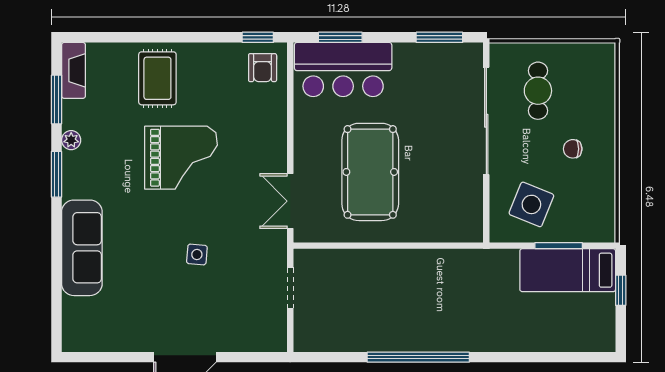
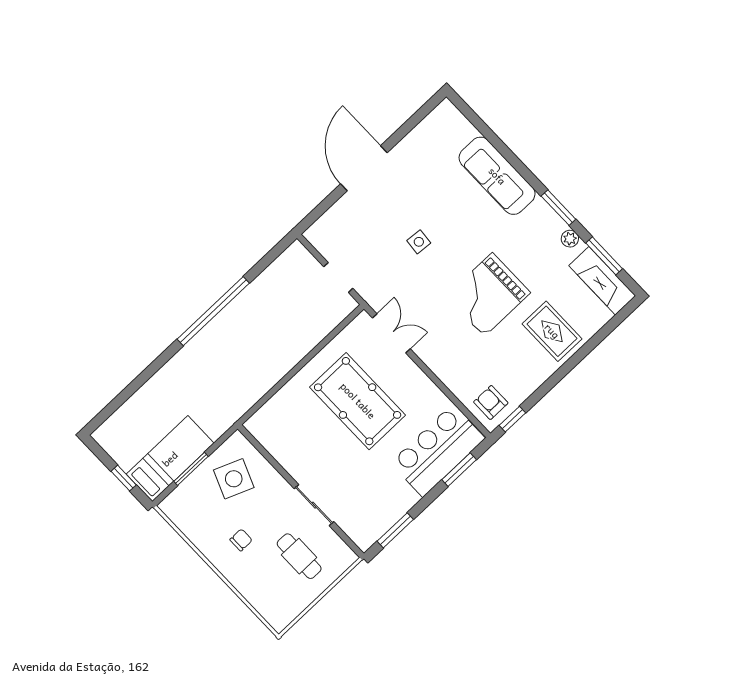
fireplace: (74, 70) -> (602, 281), width x1.37, depth x1.32
sliding door: (486, 121) -> (314, 505), width x0.54

